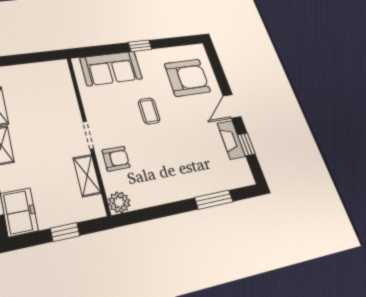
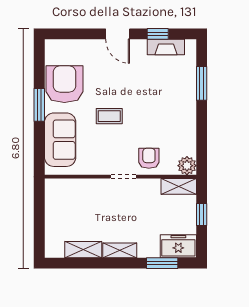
window: (140, 46) -> (39, 105), width x1.50
armchair: (187, 78) -> (64, 84), moved
fireplace: (231, 140) -> (166, 47), moved
shelving: (87, 175) -> (179, 186), moved

